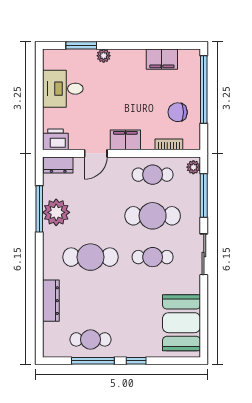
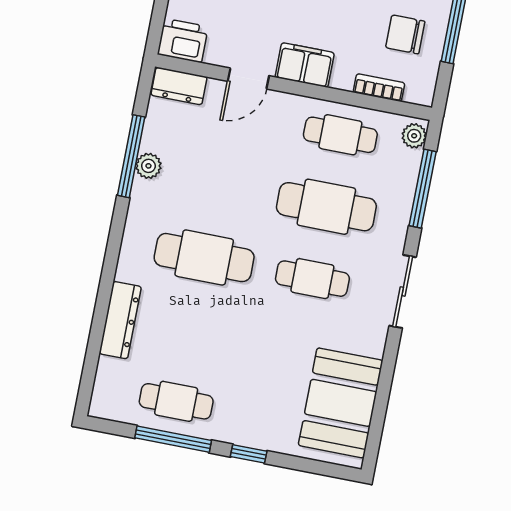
plant: (56, 212) -> (148, 166), width x0.53, depth x0.53

